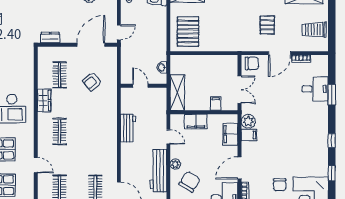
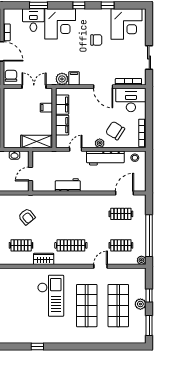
corner desk: (311, 119) -> (60, 24), added
clothes rail: (59, 132) -> (71, 245), width x1.36
filing cabinet: (230, 134) -> (62, 105), moved, turned -90
chair: (280, 185) -> (96, 40), moved

